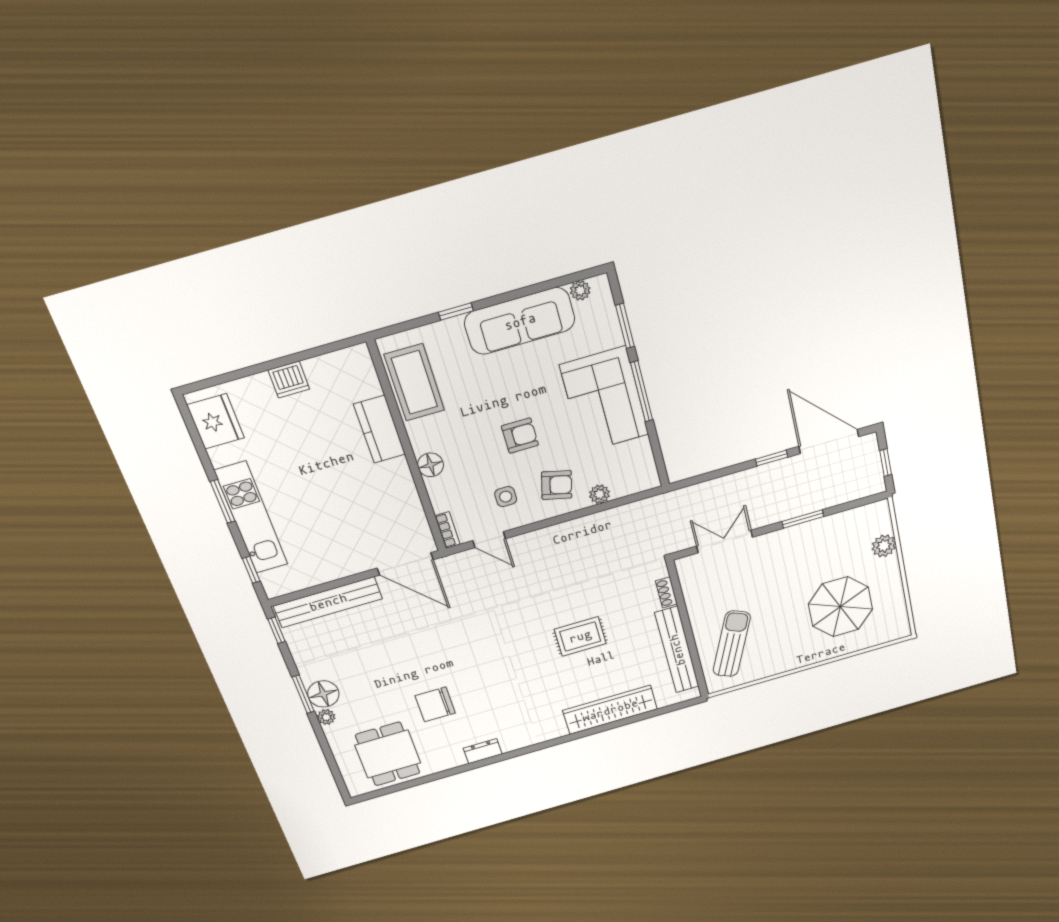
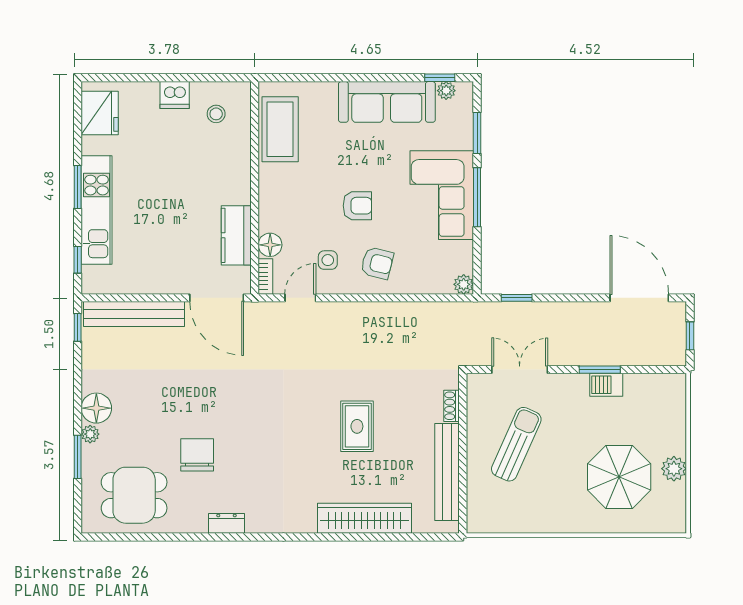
window: (456, 311) -> (440, 78), moved
stool: (341, 386) -> (216, 114), added
kitchen counter: (380, 429) -> (236, 235), moved
window: (772, 458) -> (517, 298), moved
floor lamp: (431, 465) -> (270, 245), moved
plant: (600, 494) -> (464, 284), moved
barbecue: (812, 531) -> (606, 385), added
door: (489, 540) -> (300, 298), swing flipped
plant: (884, 546) -> (674, 469), moved
rug: (580, 636) -> (357, 426), turned 90
sun lounger: (732, 644) -> (516, 444), moved
window: (303, 694) -> (78, 457), moved
chair: (435, 704) -> (197, 455), turned 90
dining table: (388, 754) -> (134, 495), turned 90

